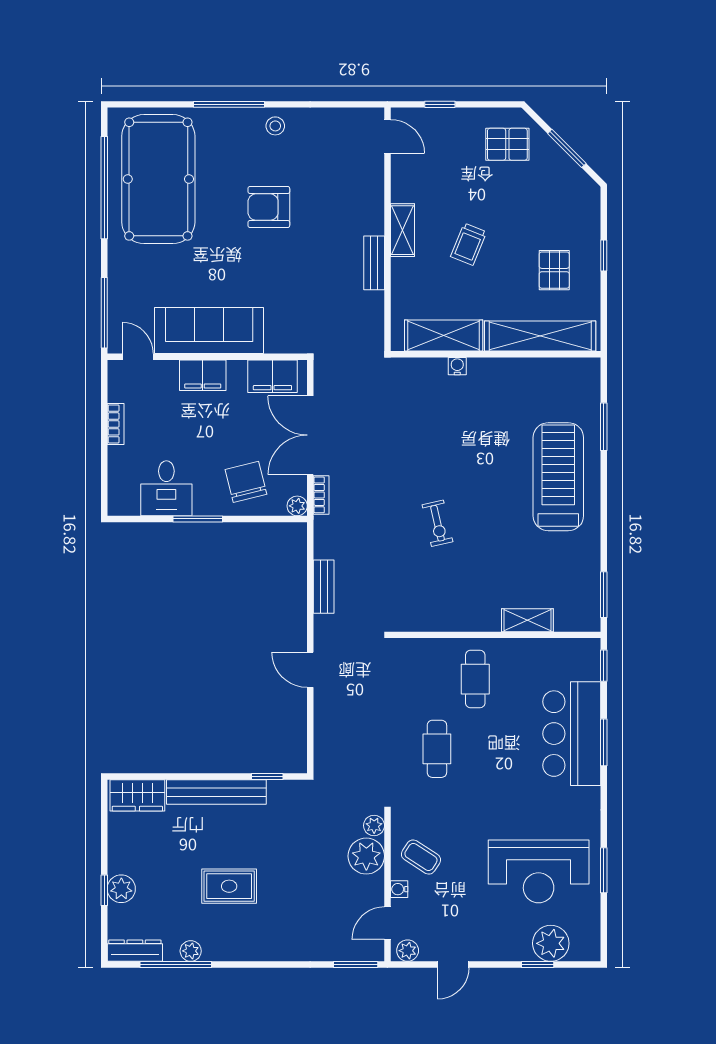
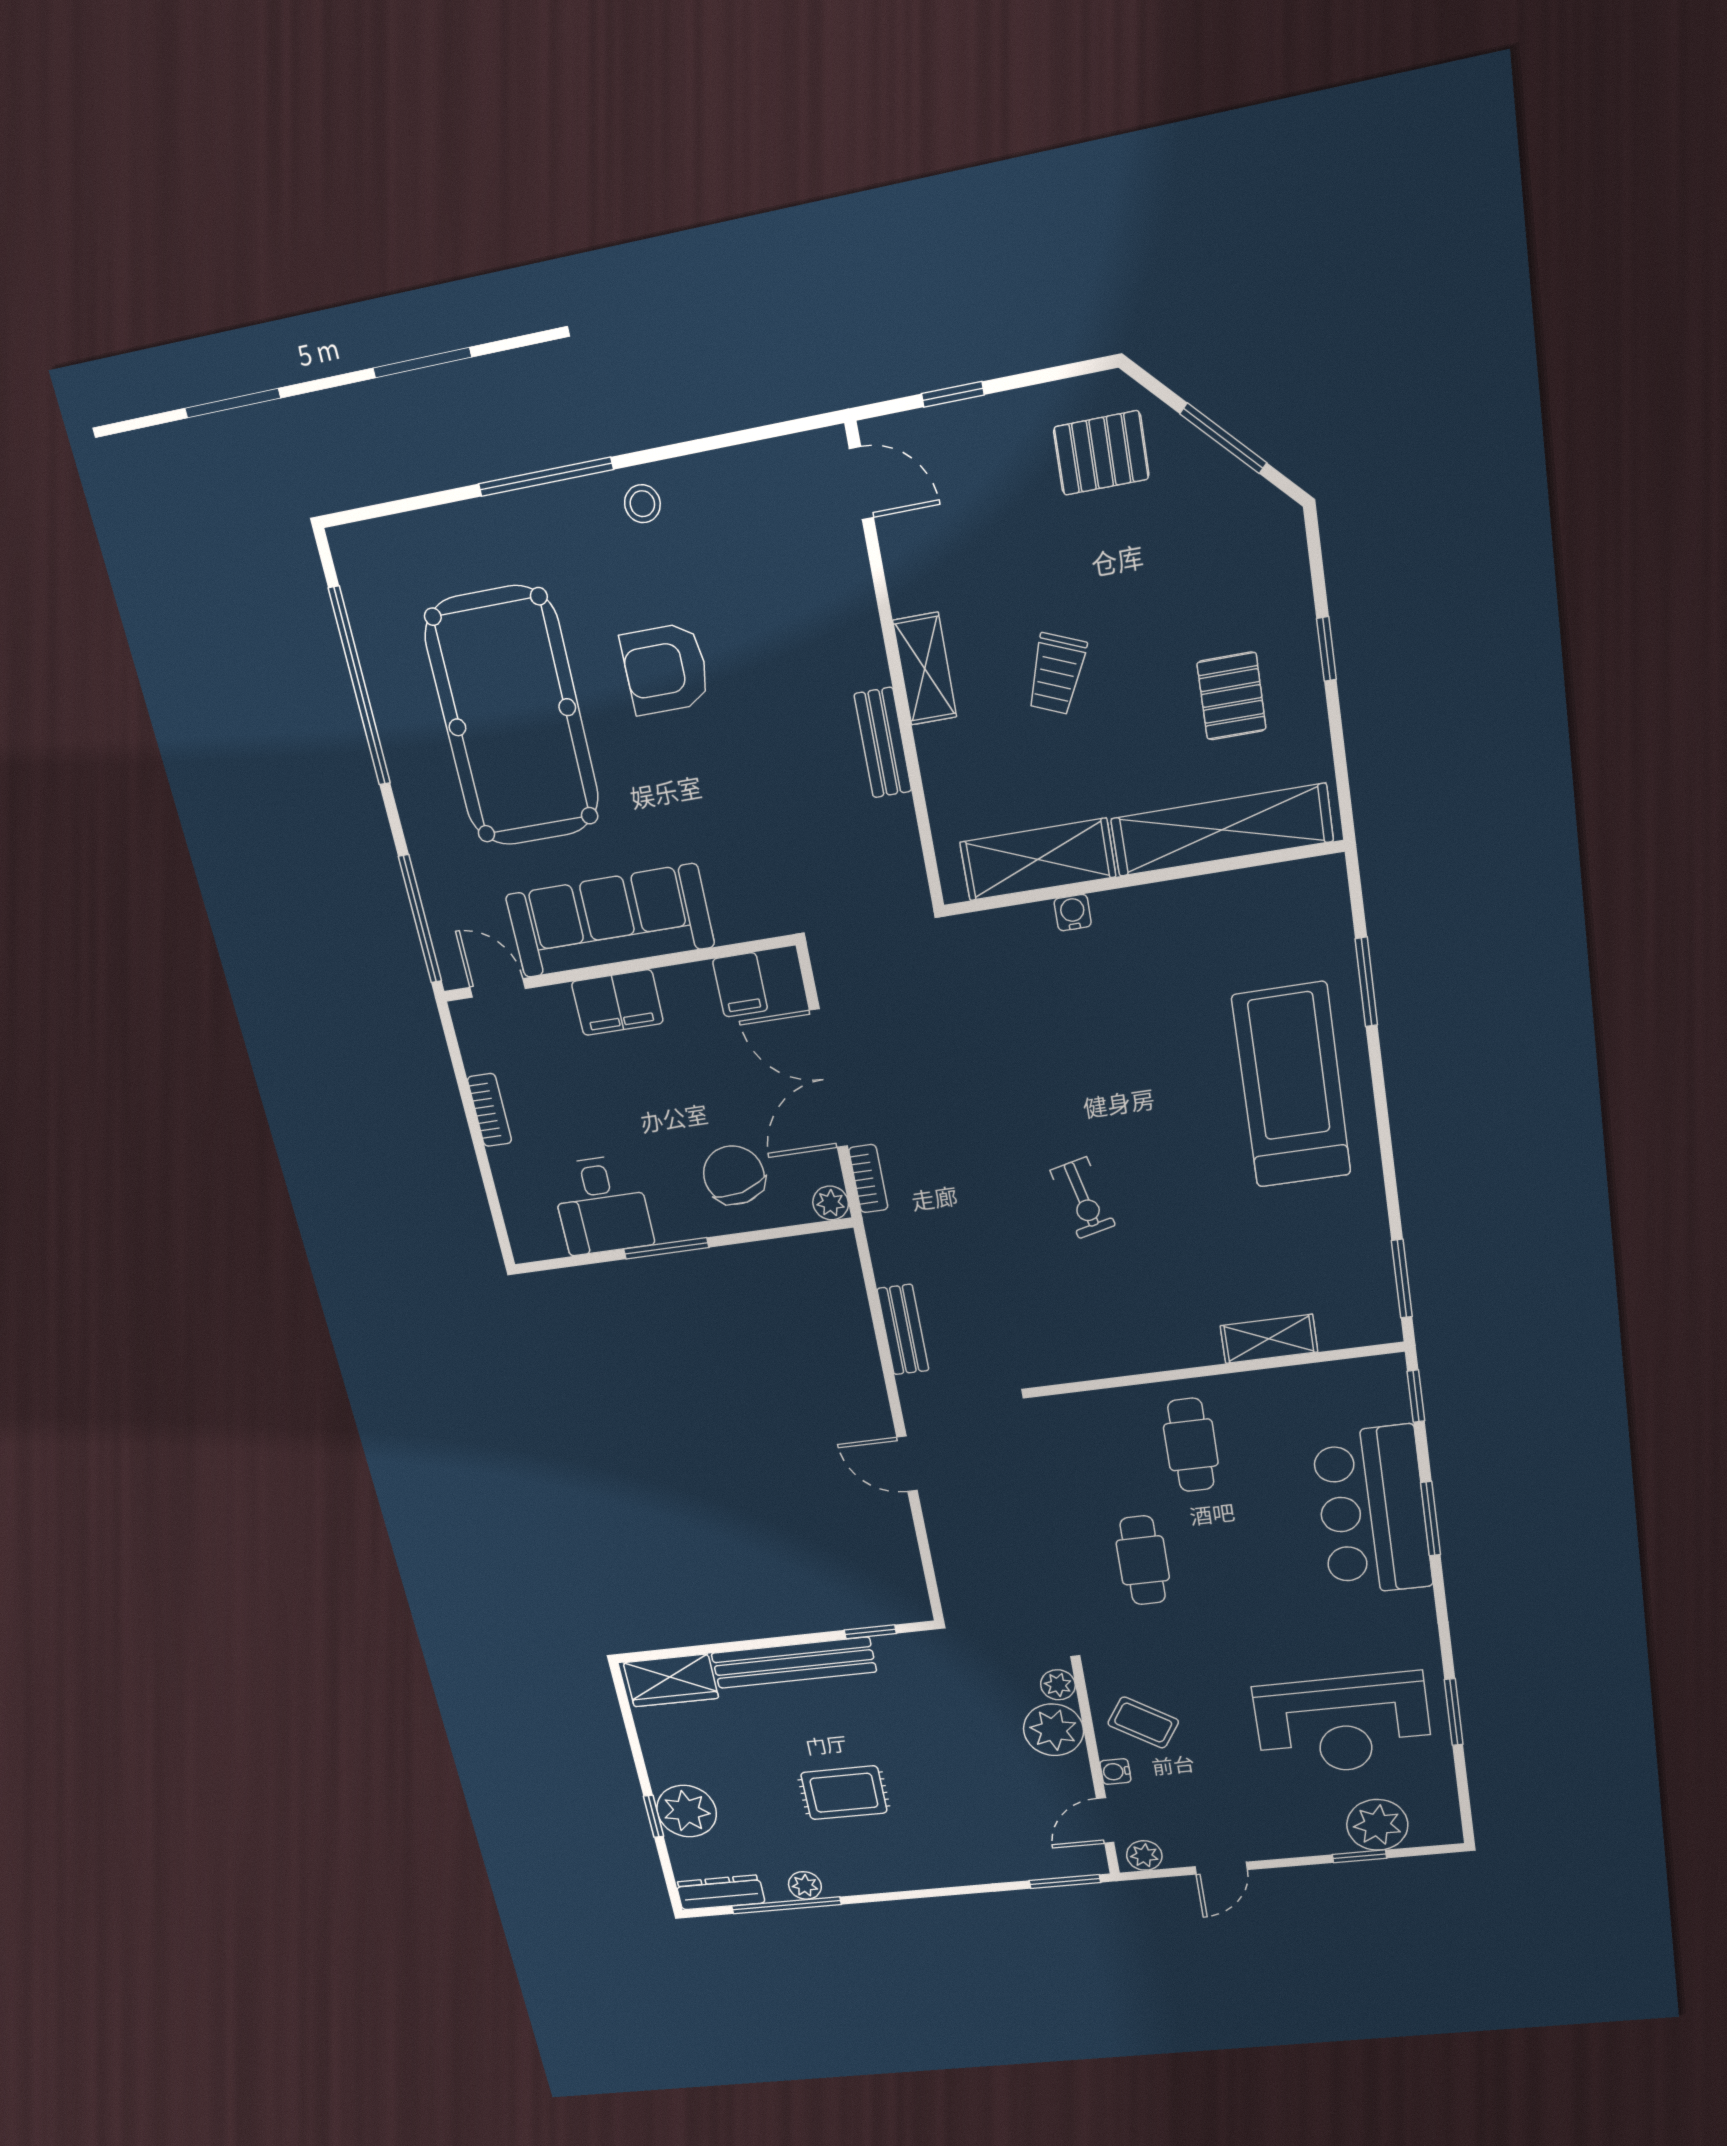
pool table: (158, 179) -> (512, 717), moved
filing cabinet: (272, 376) -> (740, 985), width x0.50
plant: (121, 889) -> (687, 1811), width x1.36, depth x1.36

